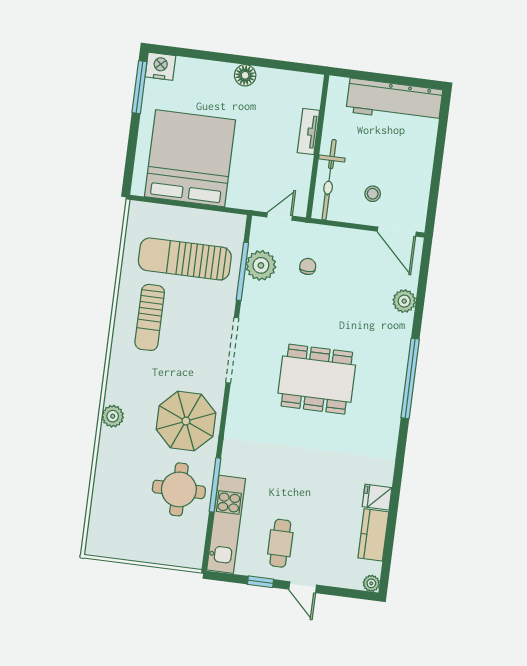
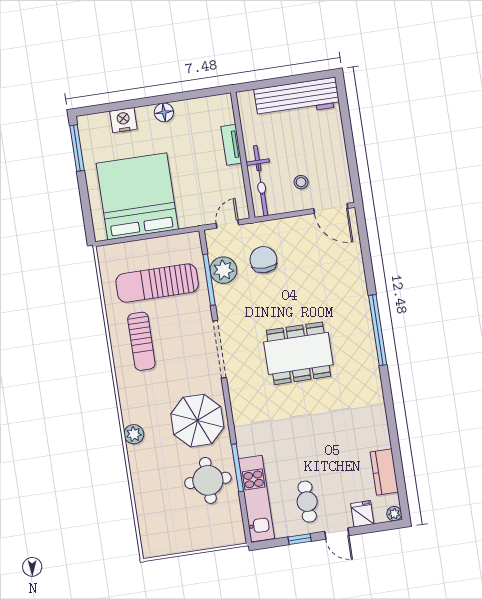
nightstand: (160, 66) -> (123, 120), moved
chair: (308, 266) -> (263, 260), width x1.87, depth x1.87
plant: (404, 301) -> (354, 266), removed
fridge: (377, 497) -> (362, 514), moved, turned 90

